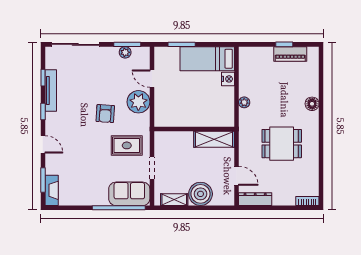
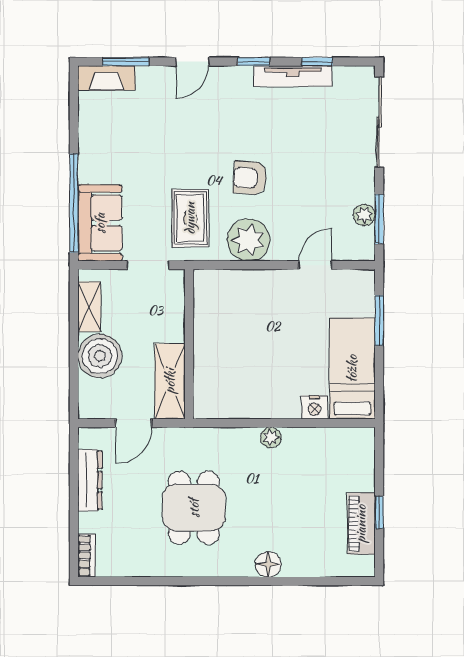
plant: (138, 102) -> (249, 240), moved
wall: (194, 129) -> (189, 344), moved
shelving: (214, 139) -> (170, 381), moved
dresser: (255, 199) -> (90, 480), moved

